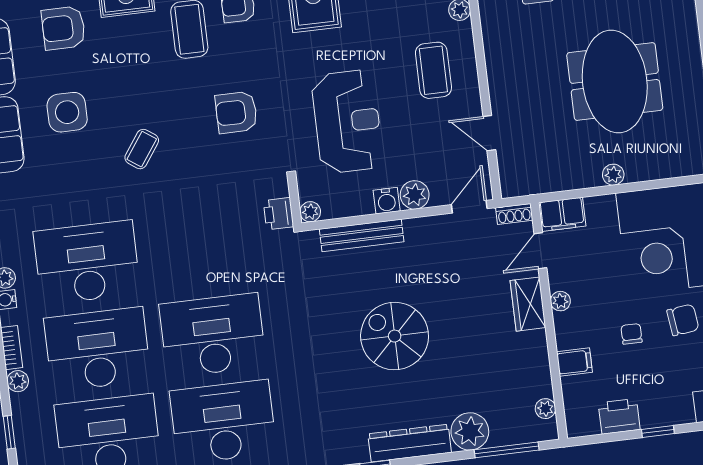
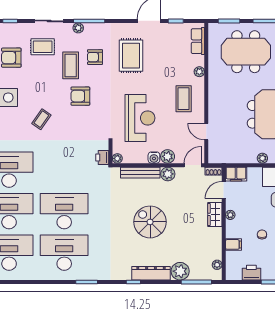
armchair: (236, 112) -> (80, 96), moved
plant: (420, 231) -> (168, 174), added

